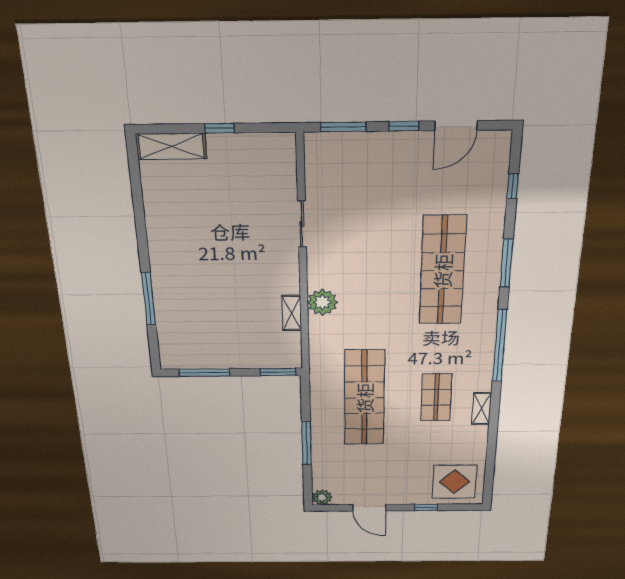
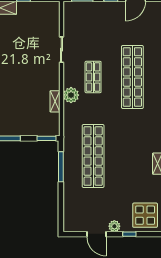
shop shelf: (436, 397) -> (93, 77), moved
window: (307, 443) -> (61, 167), moved
plant: (322, 497) -> (114, 226), moved

